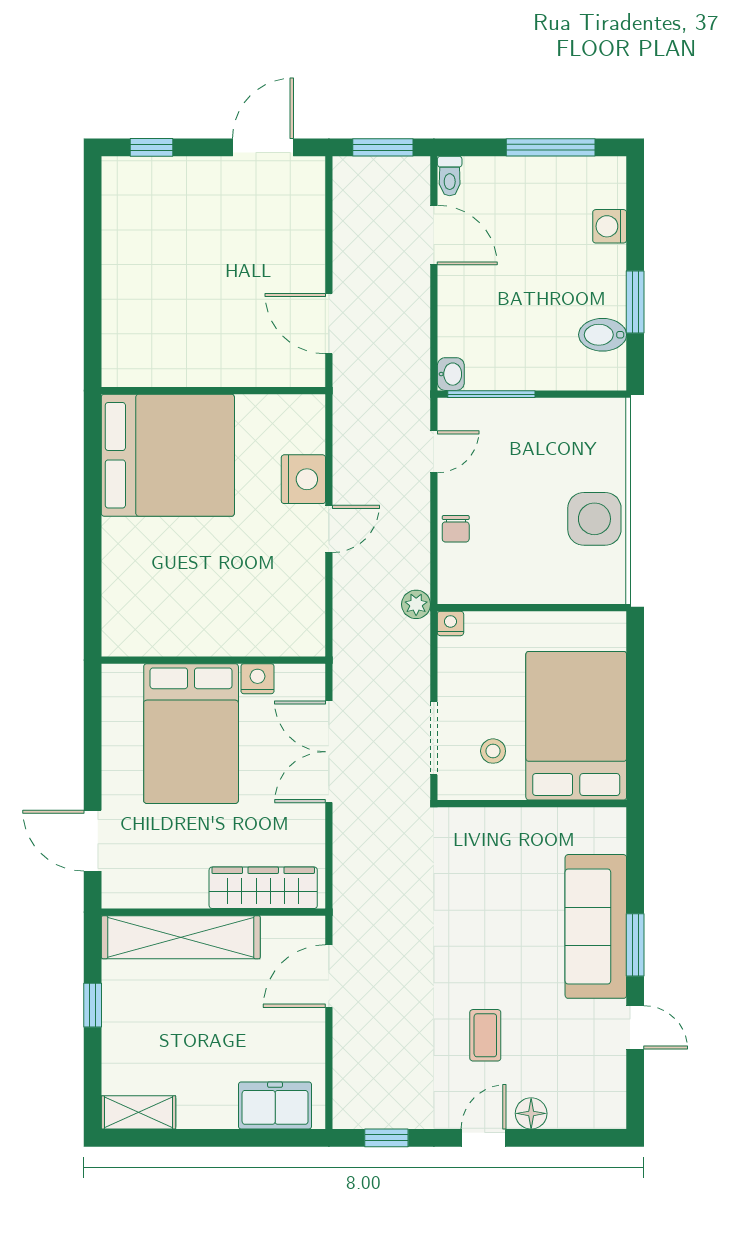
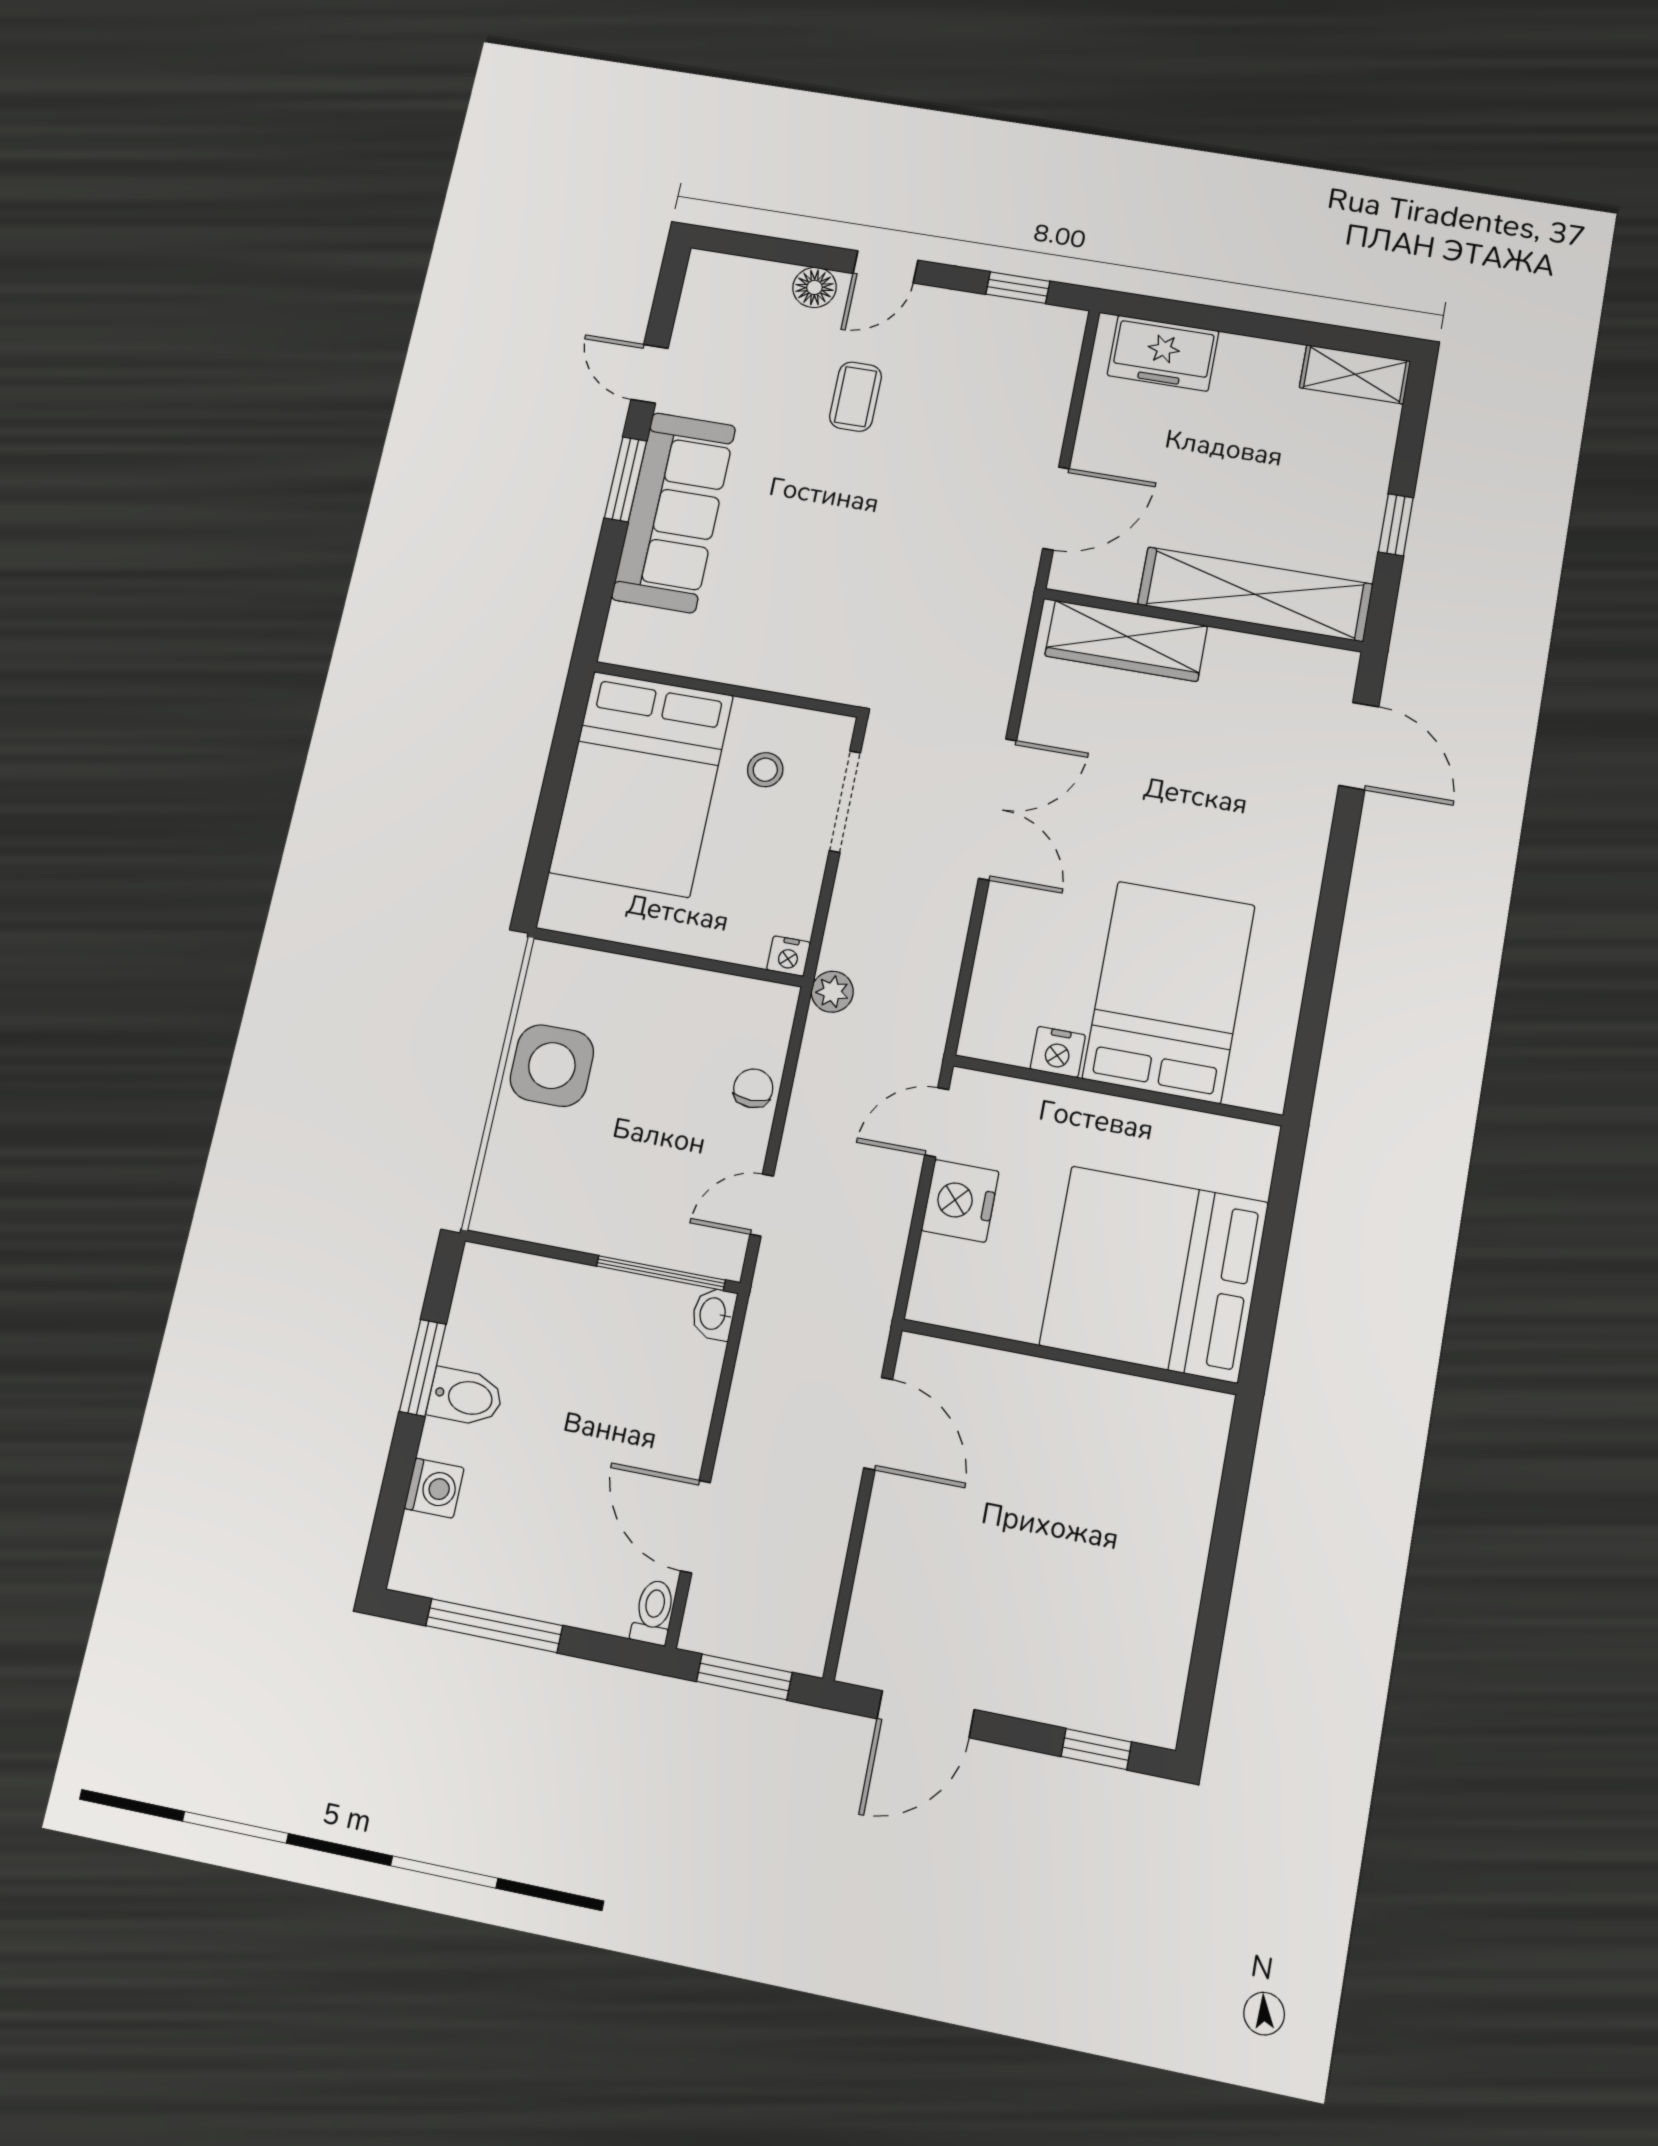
bidet: (603, 335) -> (465, 1397), moved
wall: (213, 660) -> (1117, 1090), moved
nightstand: (257, 679) -> (1058, 1052), moved
bed: (191, 734) -> (1169, 992), moved

